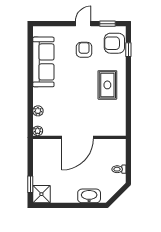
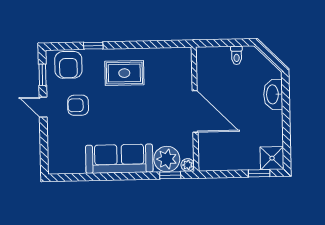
window: (128, 50) -> (93, 46), moved
sofa: (43, 62) -> (119, 159), moved
plant: (38, 111) -> (167, 159), width x1.88, depth x1.88
window: (30, 118) -> (170, 175), added

